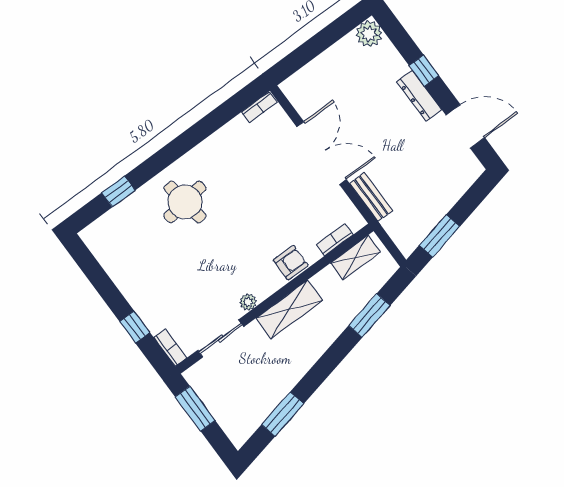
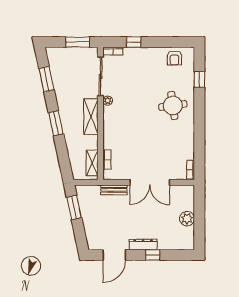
plant: (369, 34) -> (187, 219), moved
armchair: (291, 263) -> (174, 58), moved
window: (369, 316) -> (56, 123), moved
sliding door: (221, 338) -> (100, 76), width x1.37

